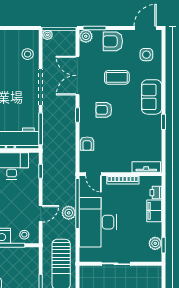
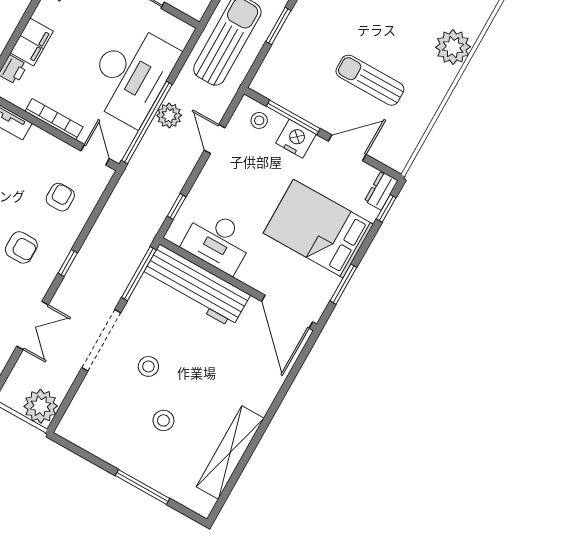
plant: (47, 35) -> (41, 406), width x1.88, depth x1.88
stool: (28, 54) -> (148, 366), moved
double door: (77, 76) -> (33, 326), width x0.73
armchair: (87, 144) -> (60, 197), moved
door: (41, 214) -> (215, 139), hinge flipped

